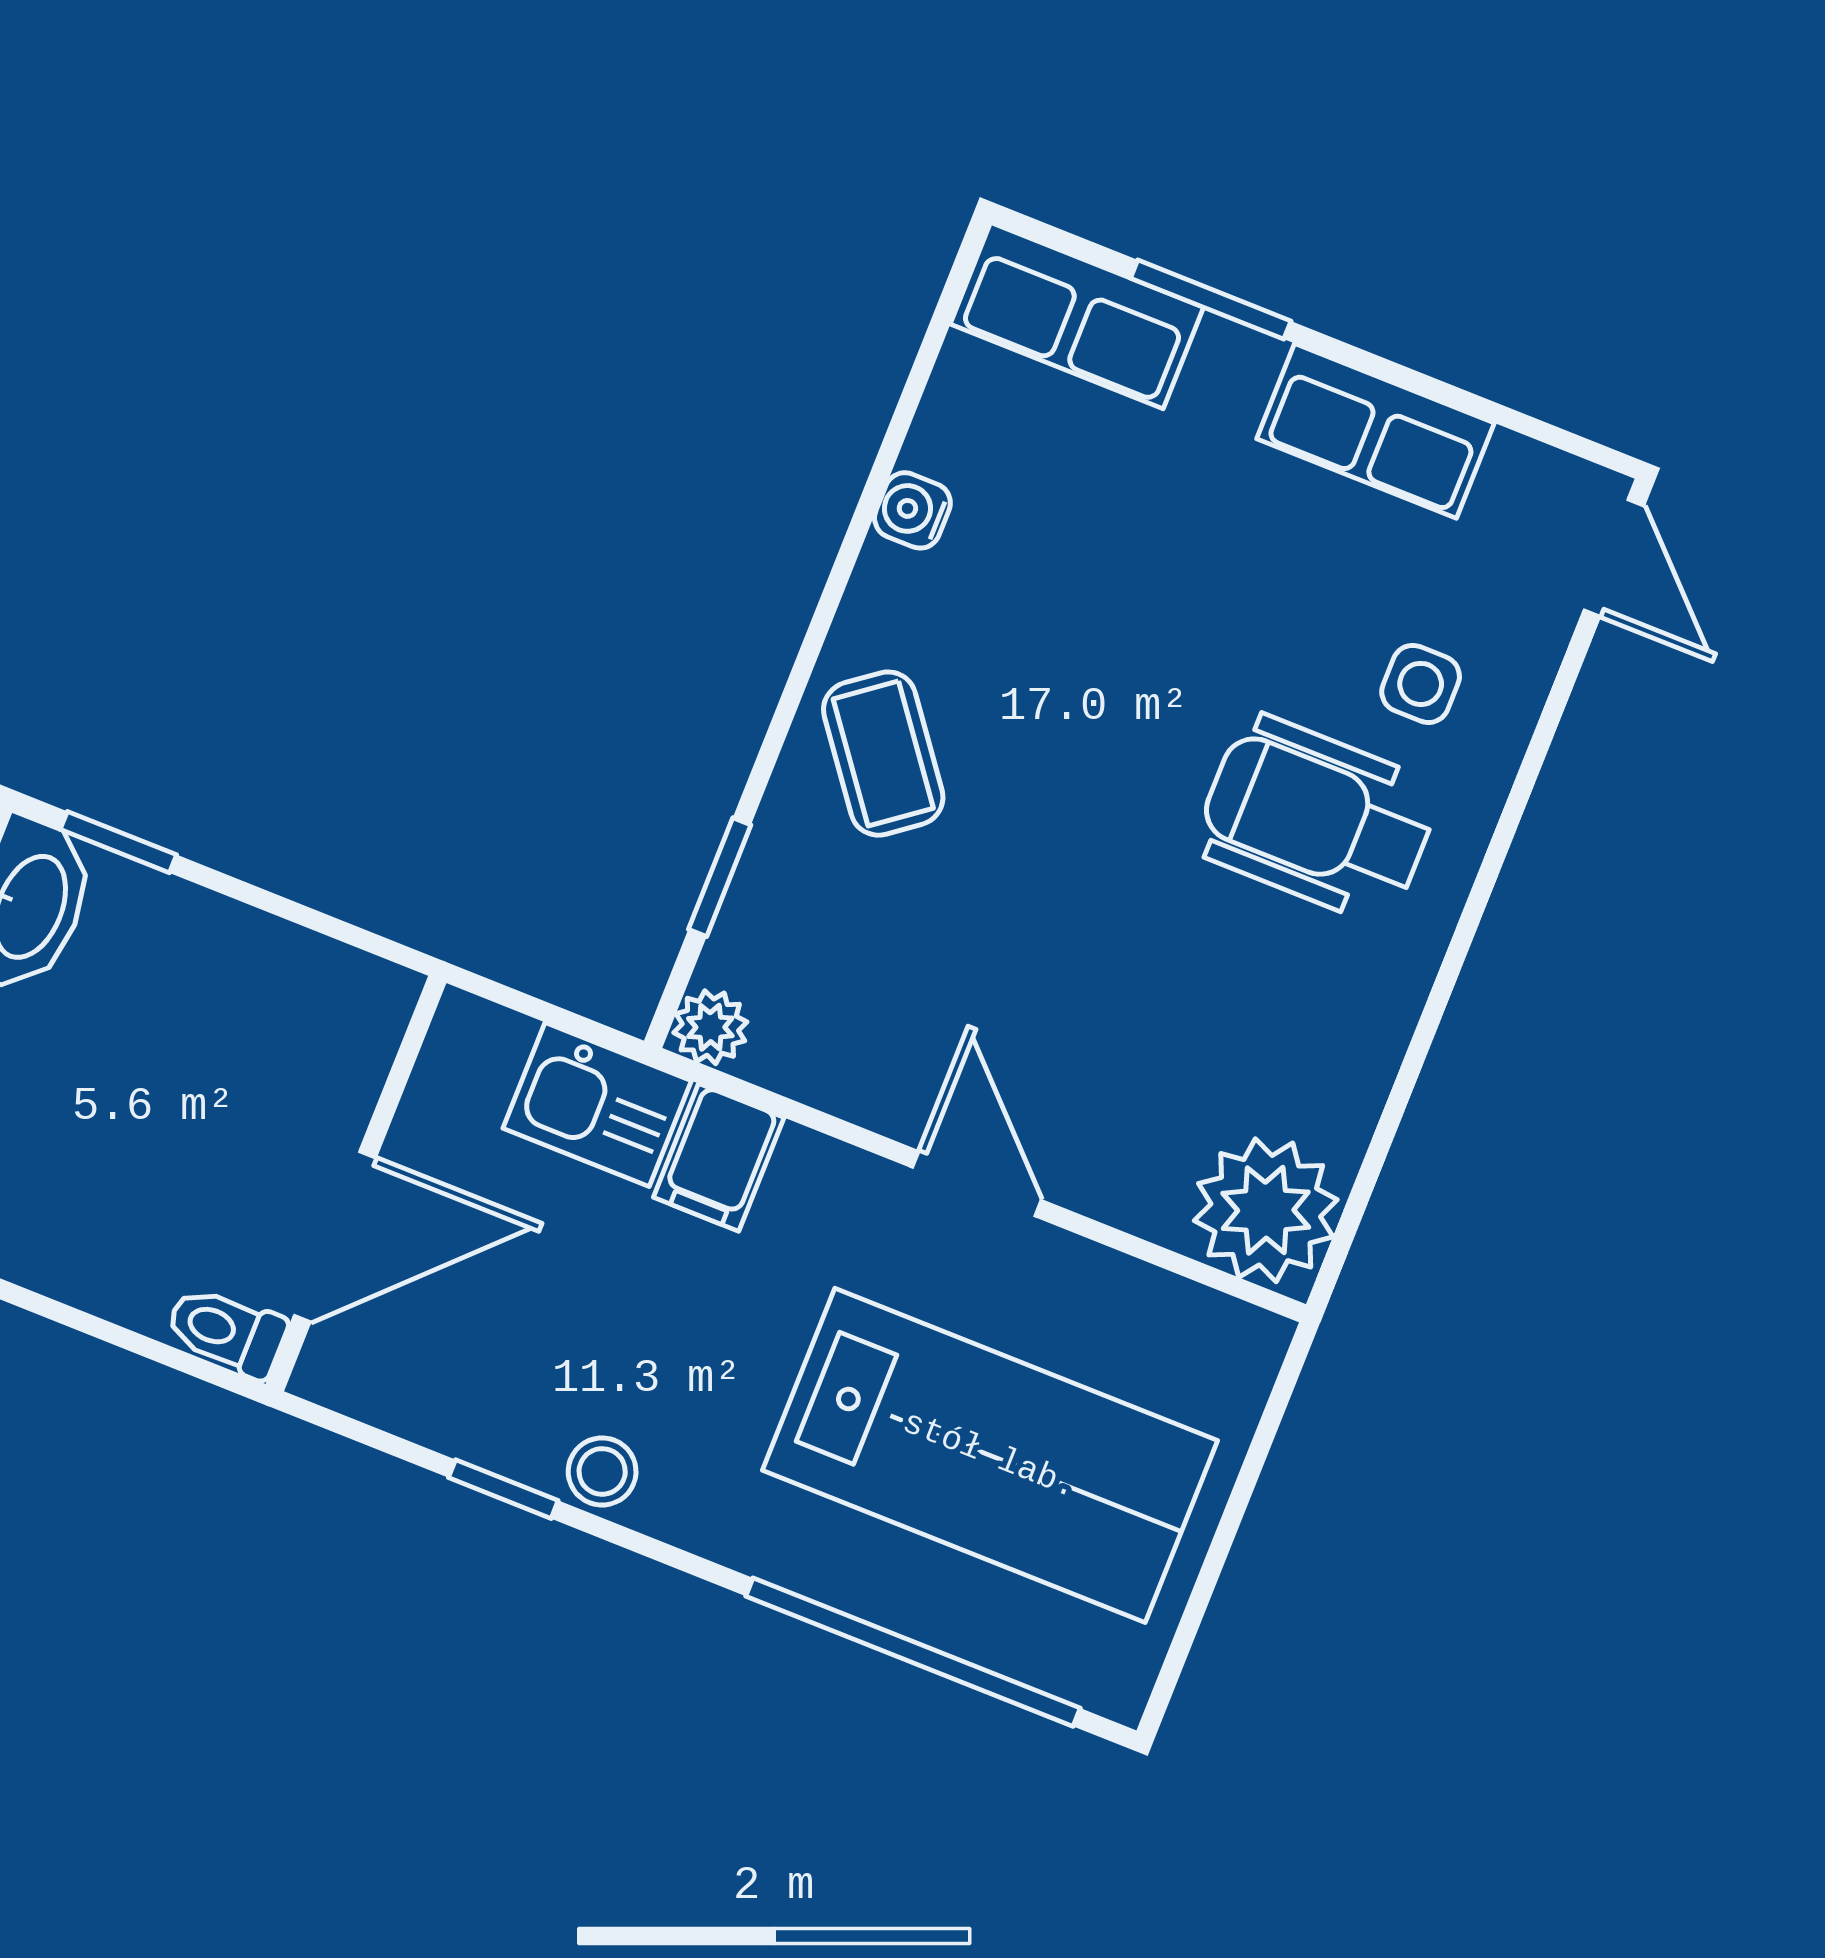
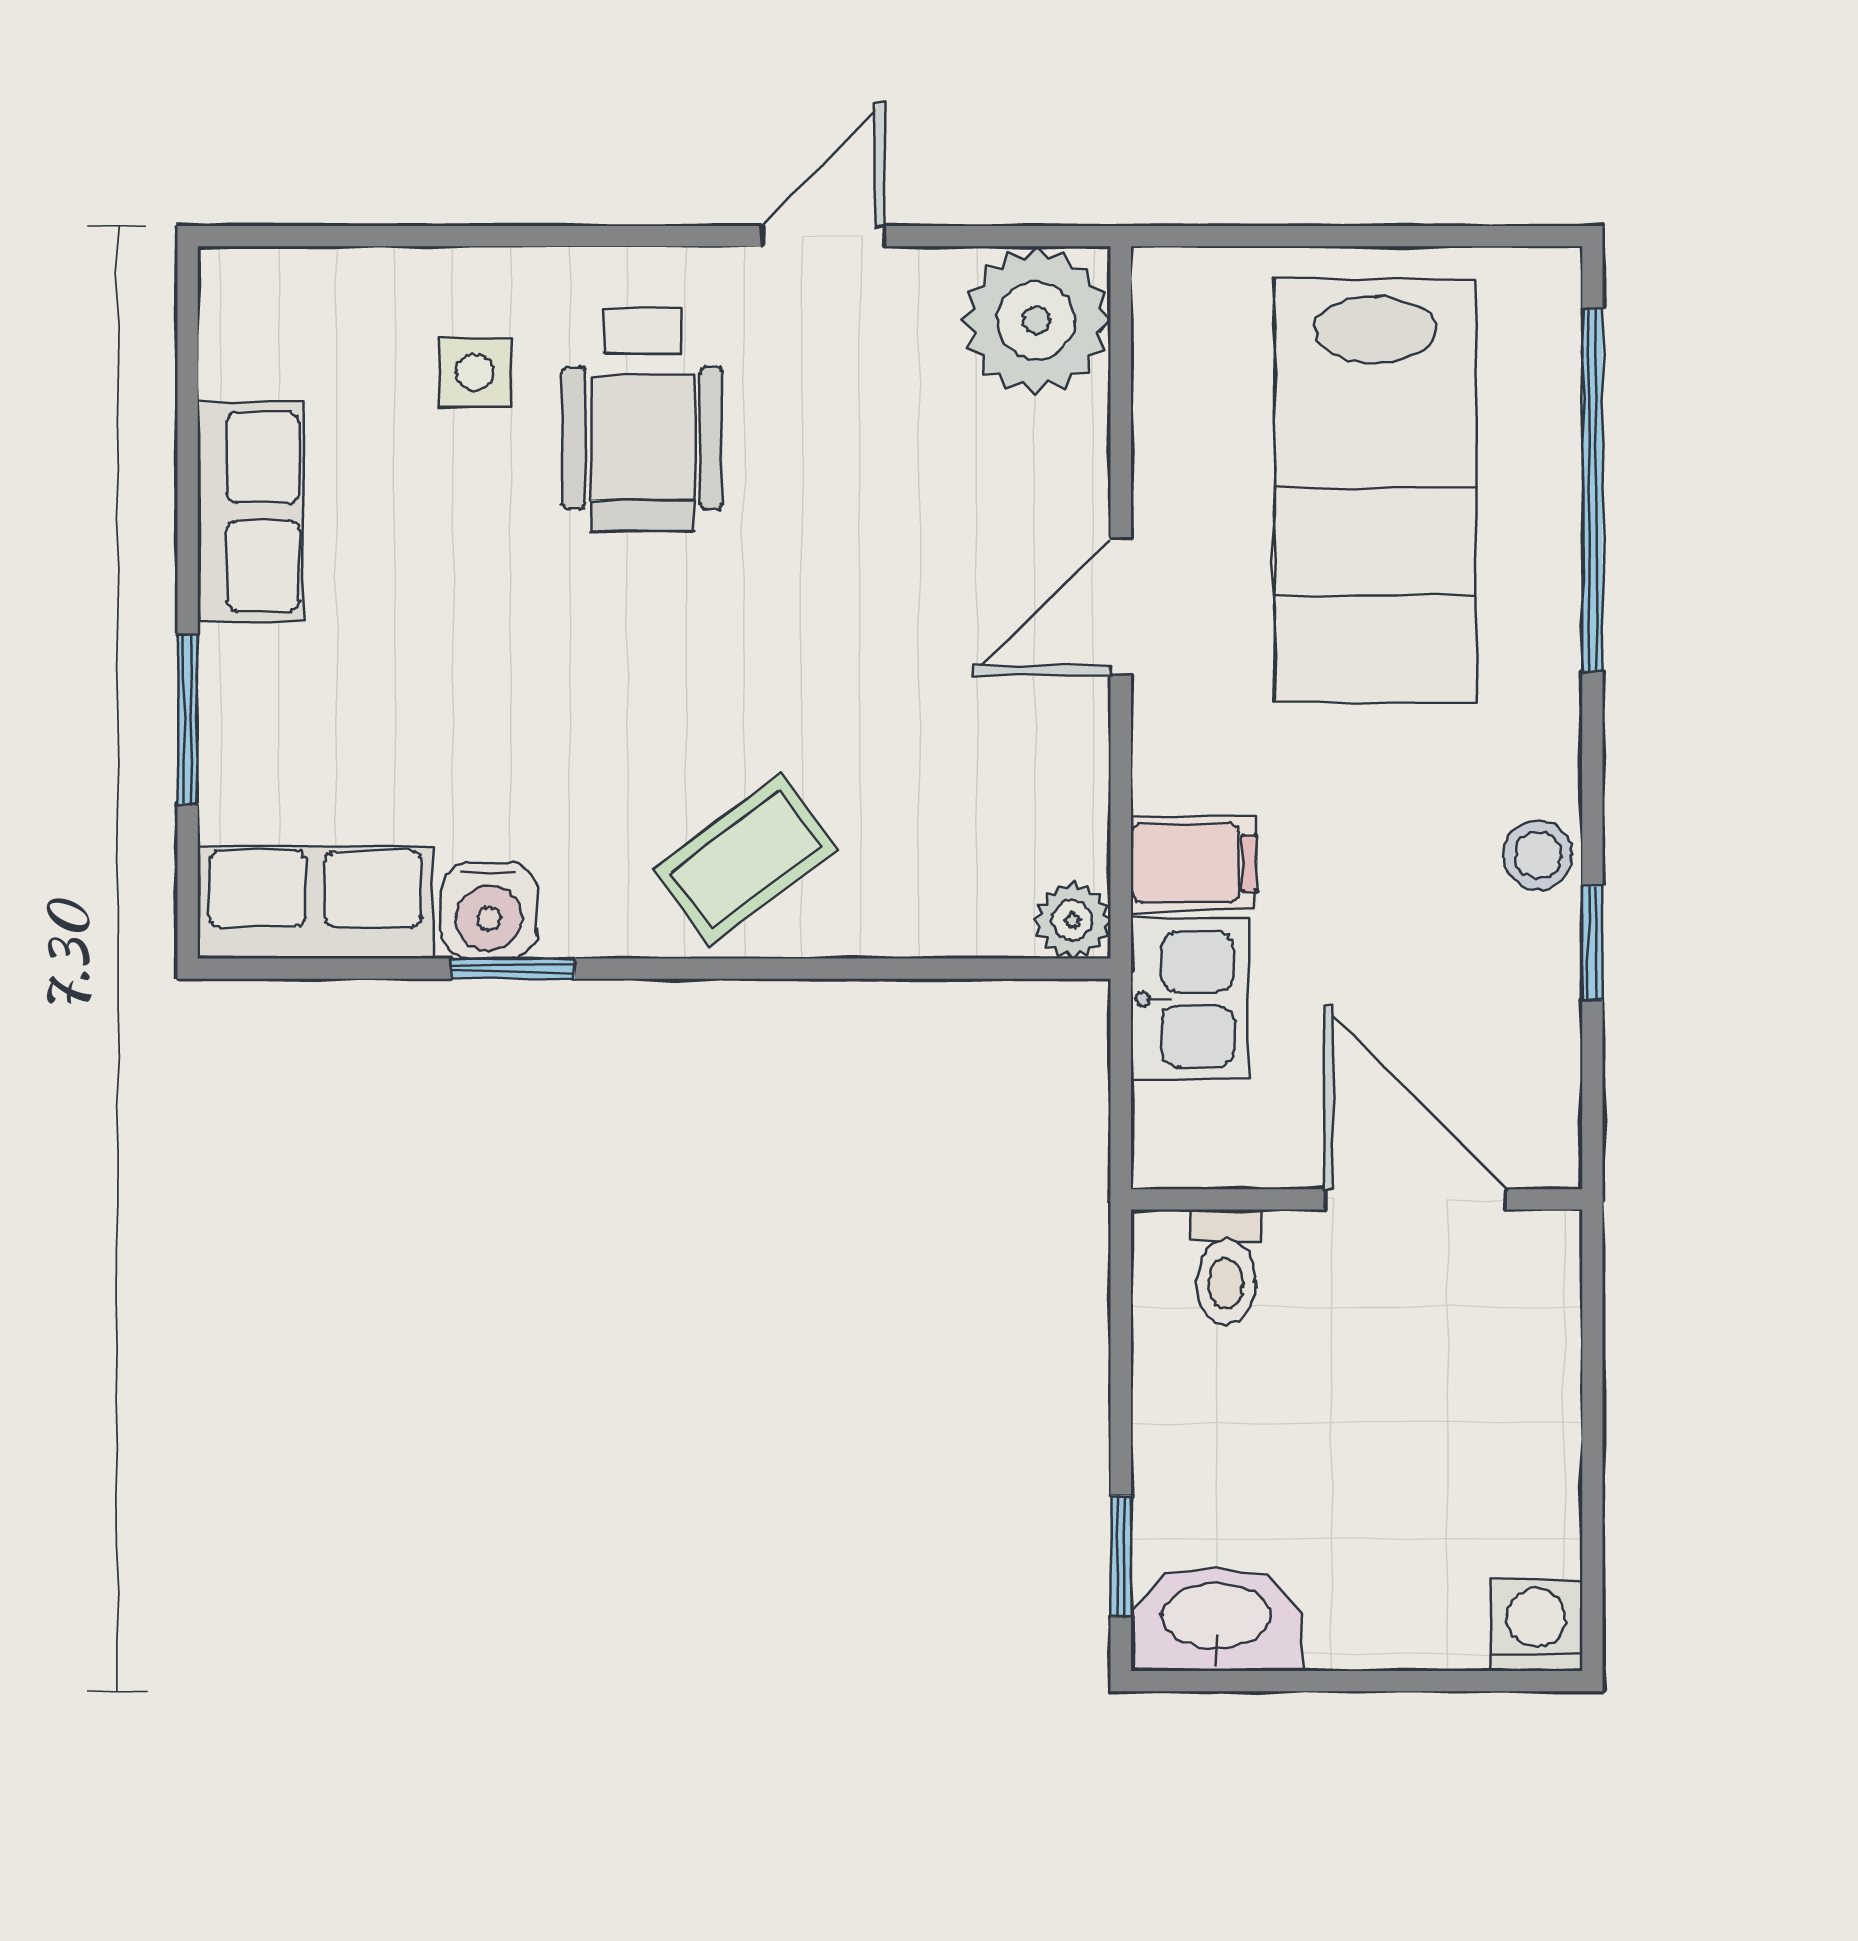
row of seats: (1077, 316) -> (315, 902), moved, turned -90
water cooler: (912, 510) -> (489, 911), width x1.38, depth x1.38
door: (1614, 558) -> (823, 236), moved
window: (720, 877) -> (513, 969), moved
toilet: (226, 1331) -> (1226, 1267), moved
lab bench: (990, 1455) -> (1375, 491), turned 180

